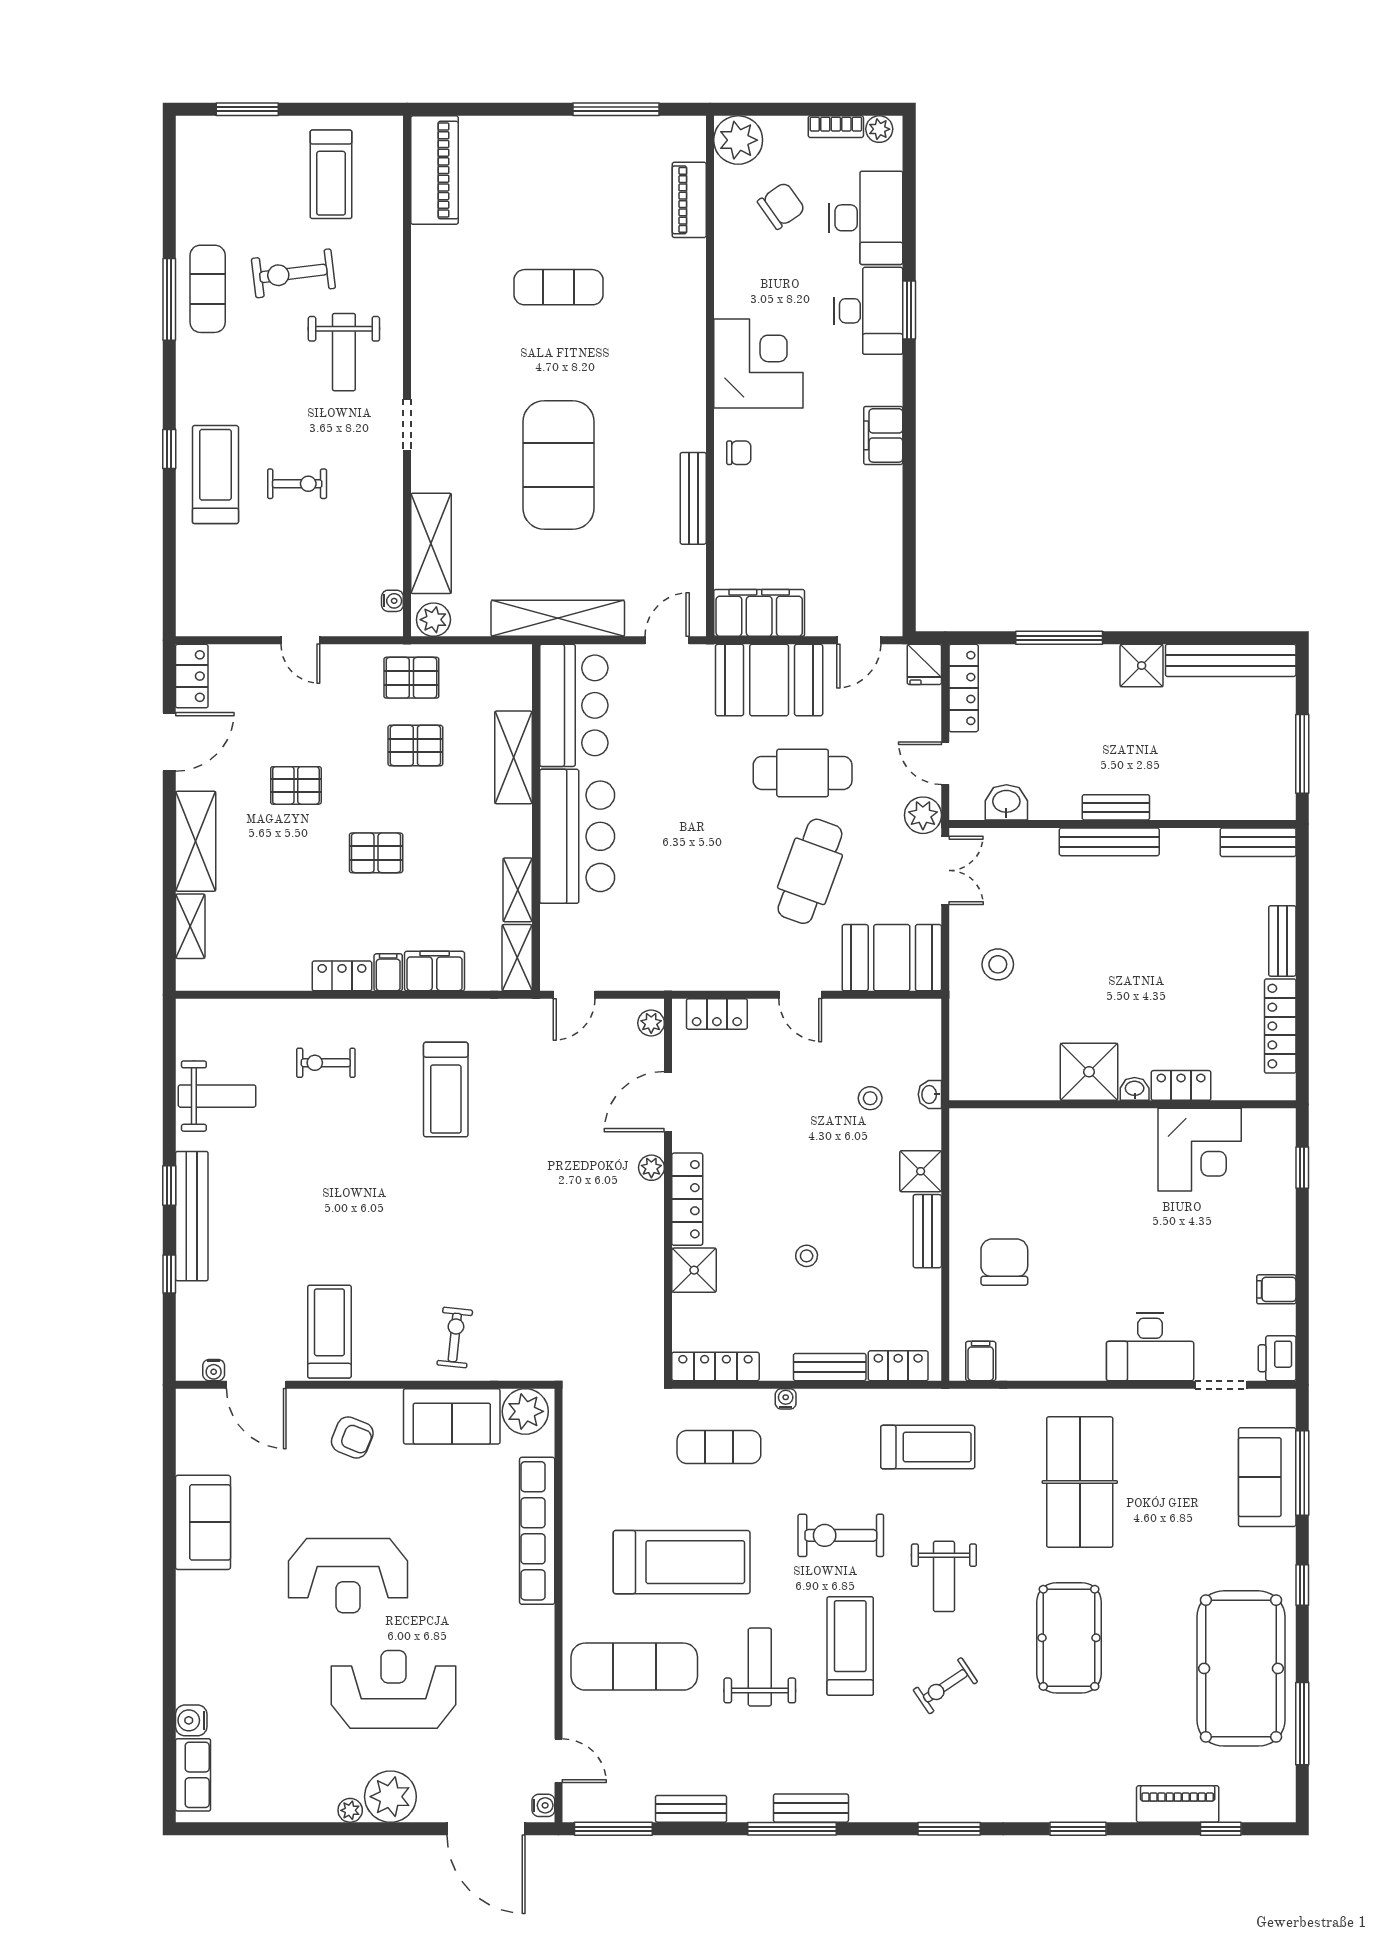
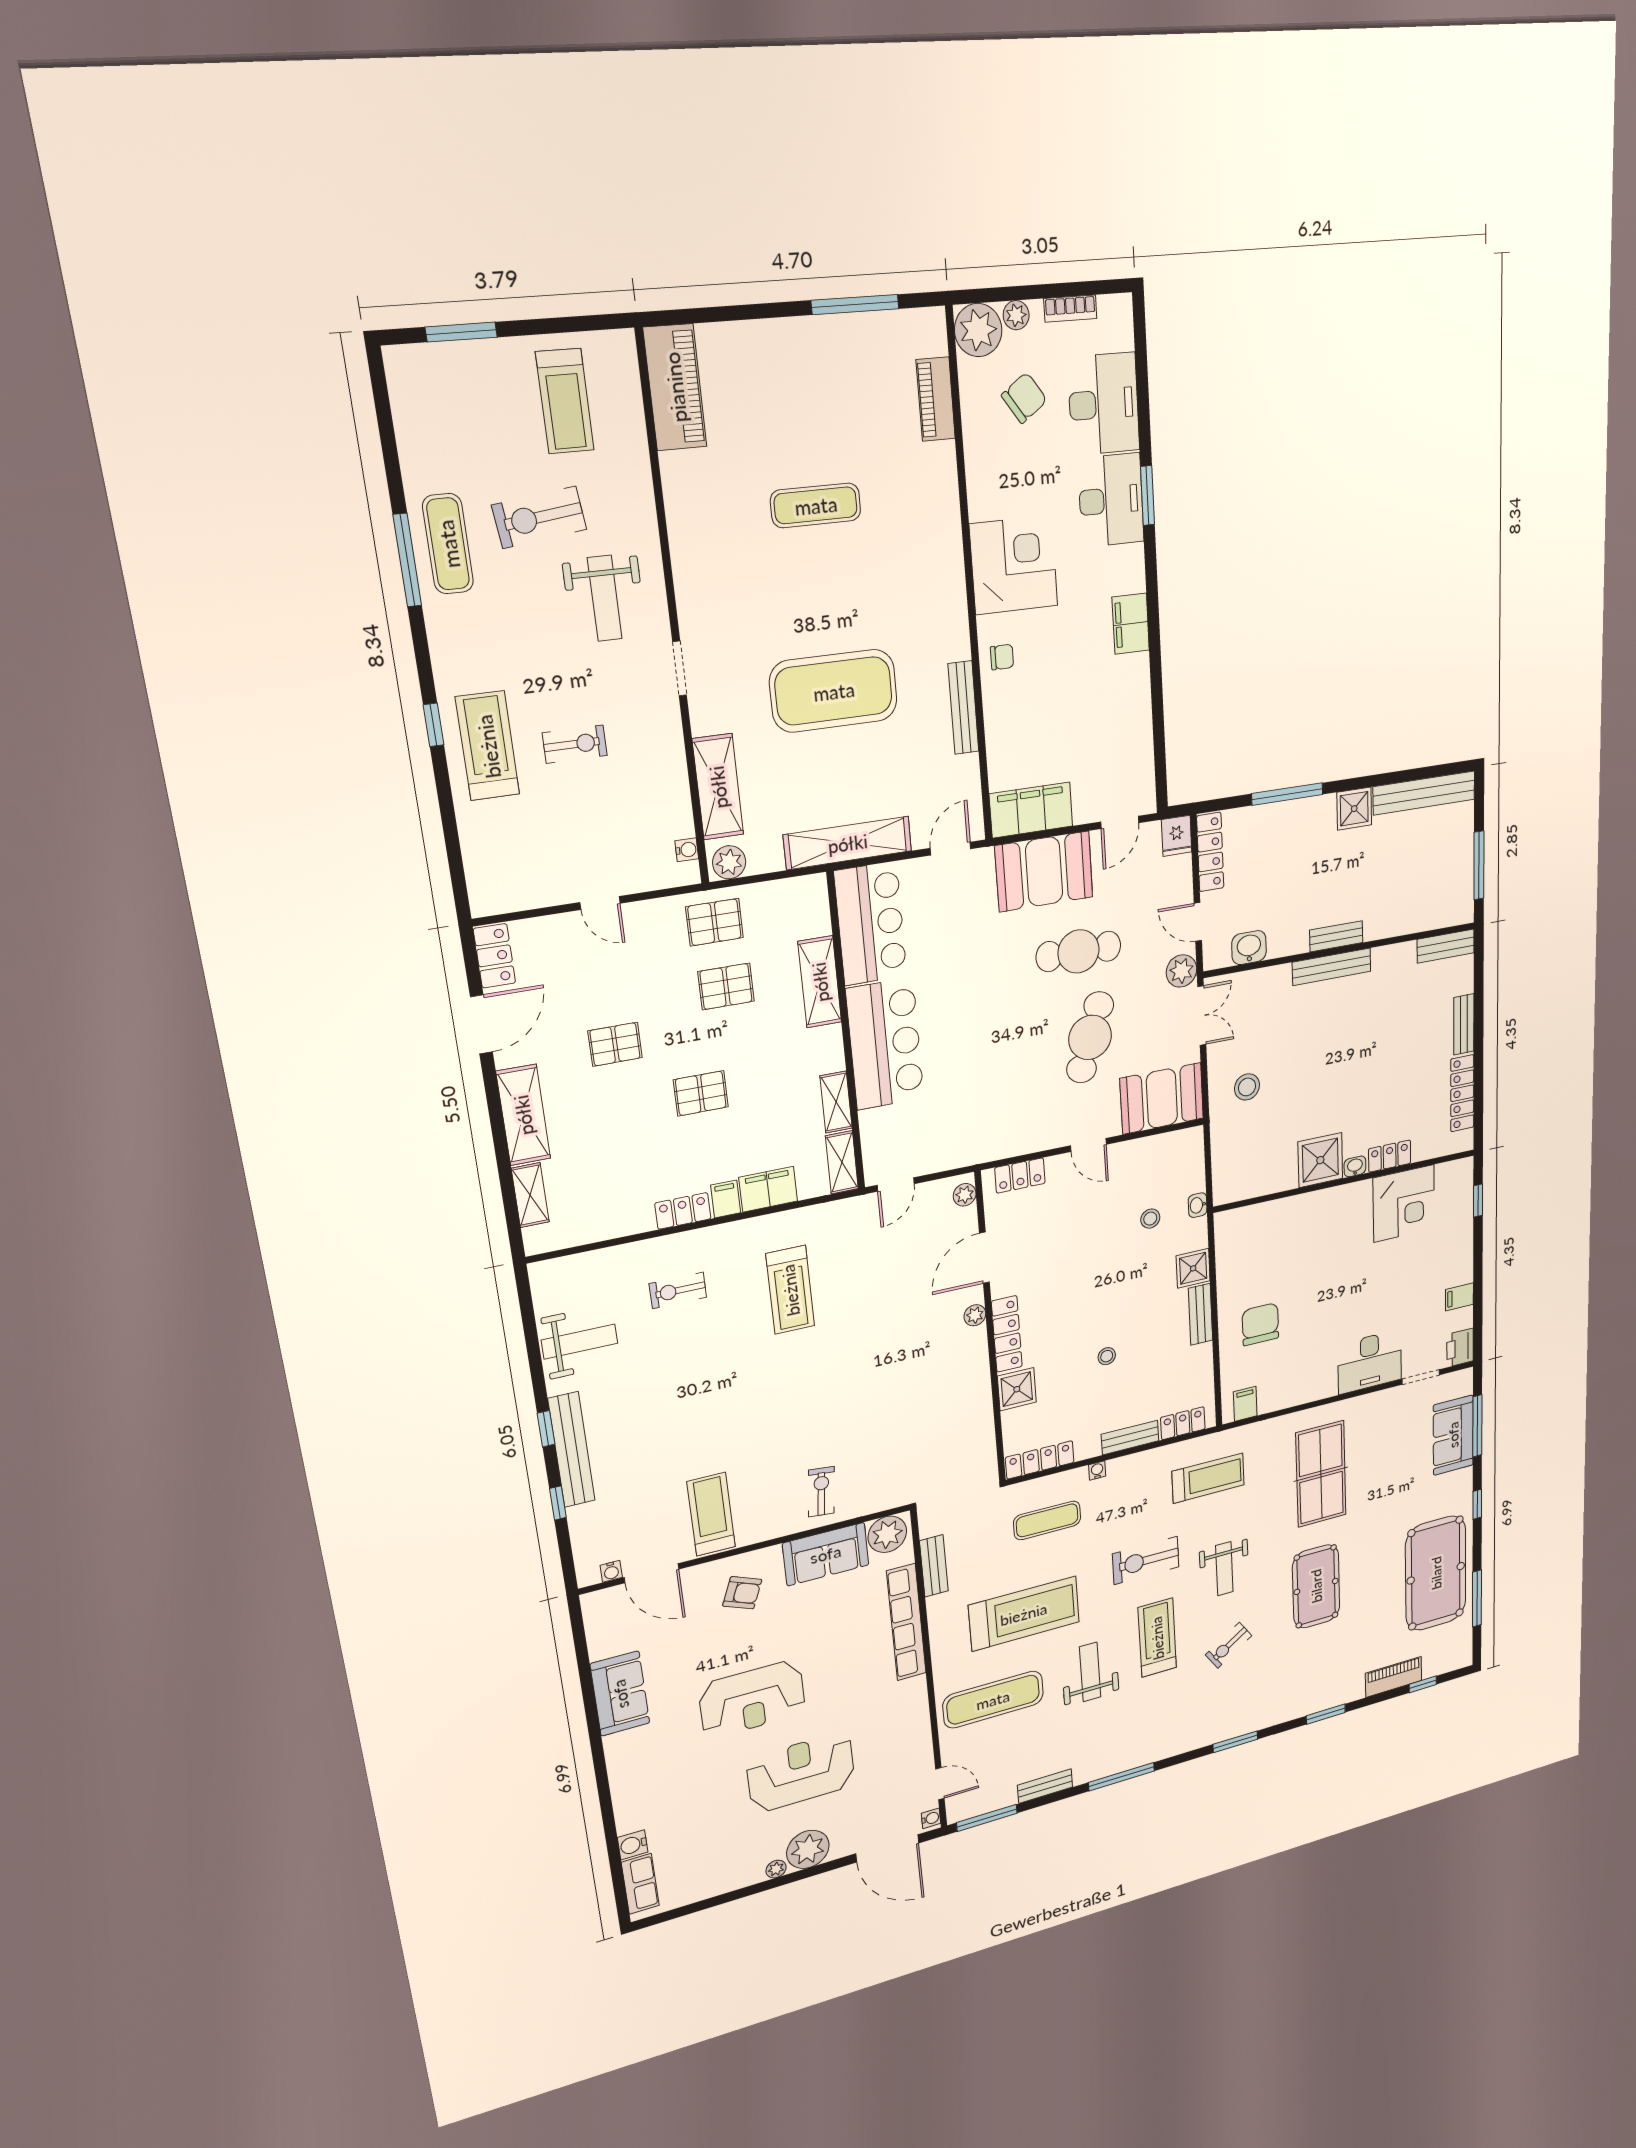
plant: (879, 129) -> (1016, 315), moved
exercise mat: (558, 465) -> (834, 691), turned 90
bench: (811, 1808) -> (934, 1566), moved, turned 90

